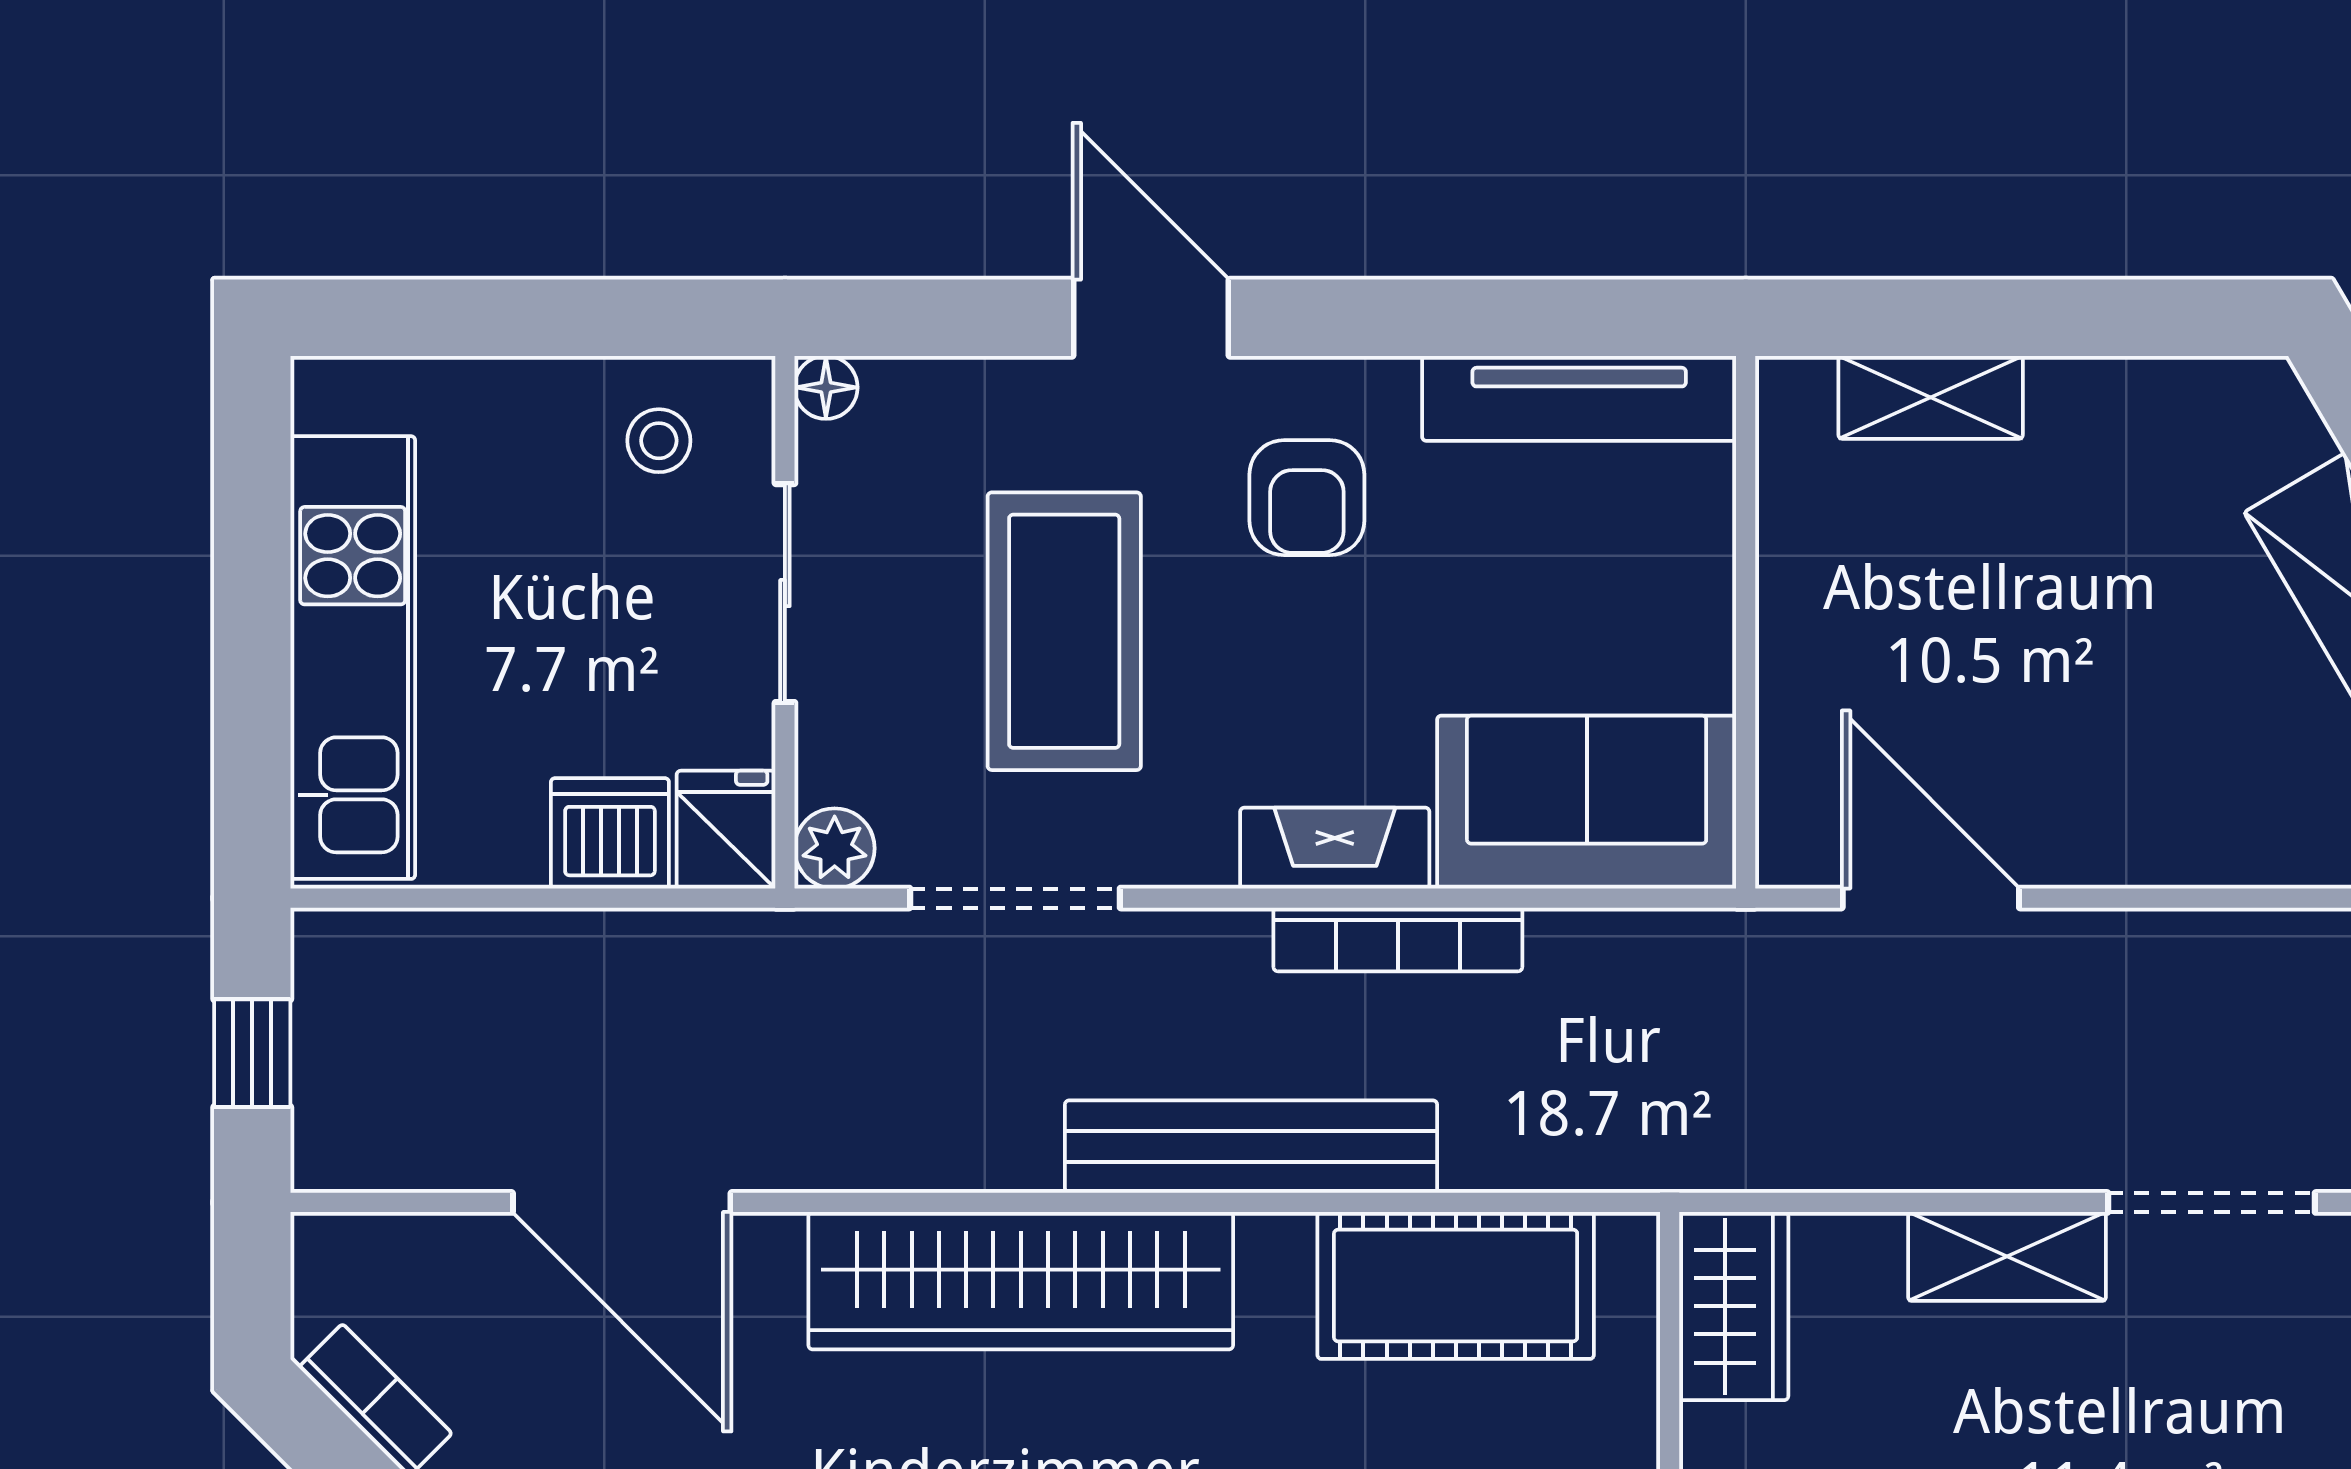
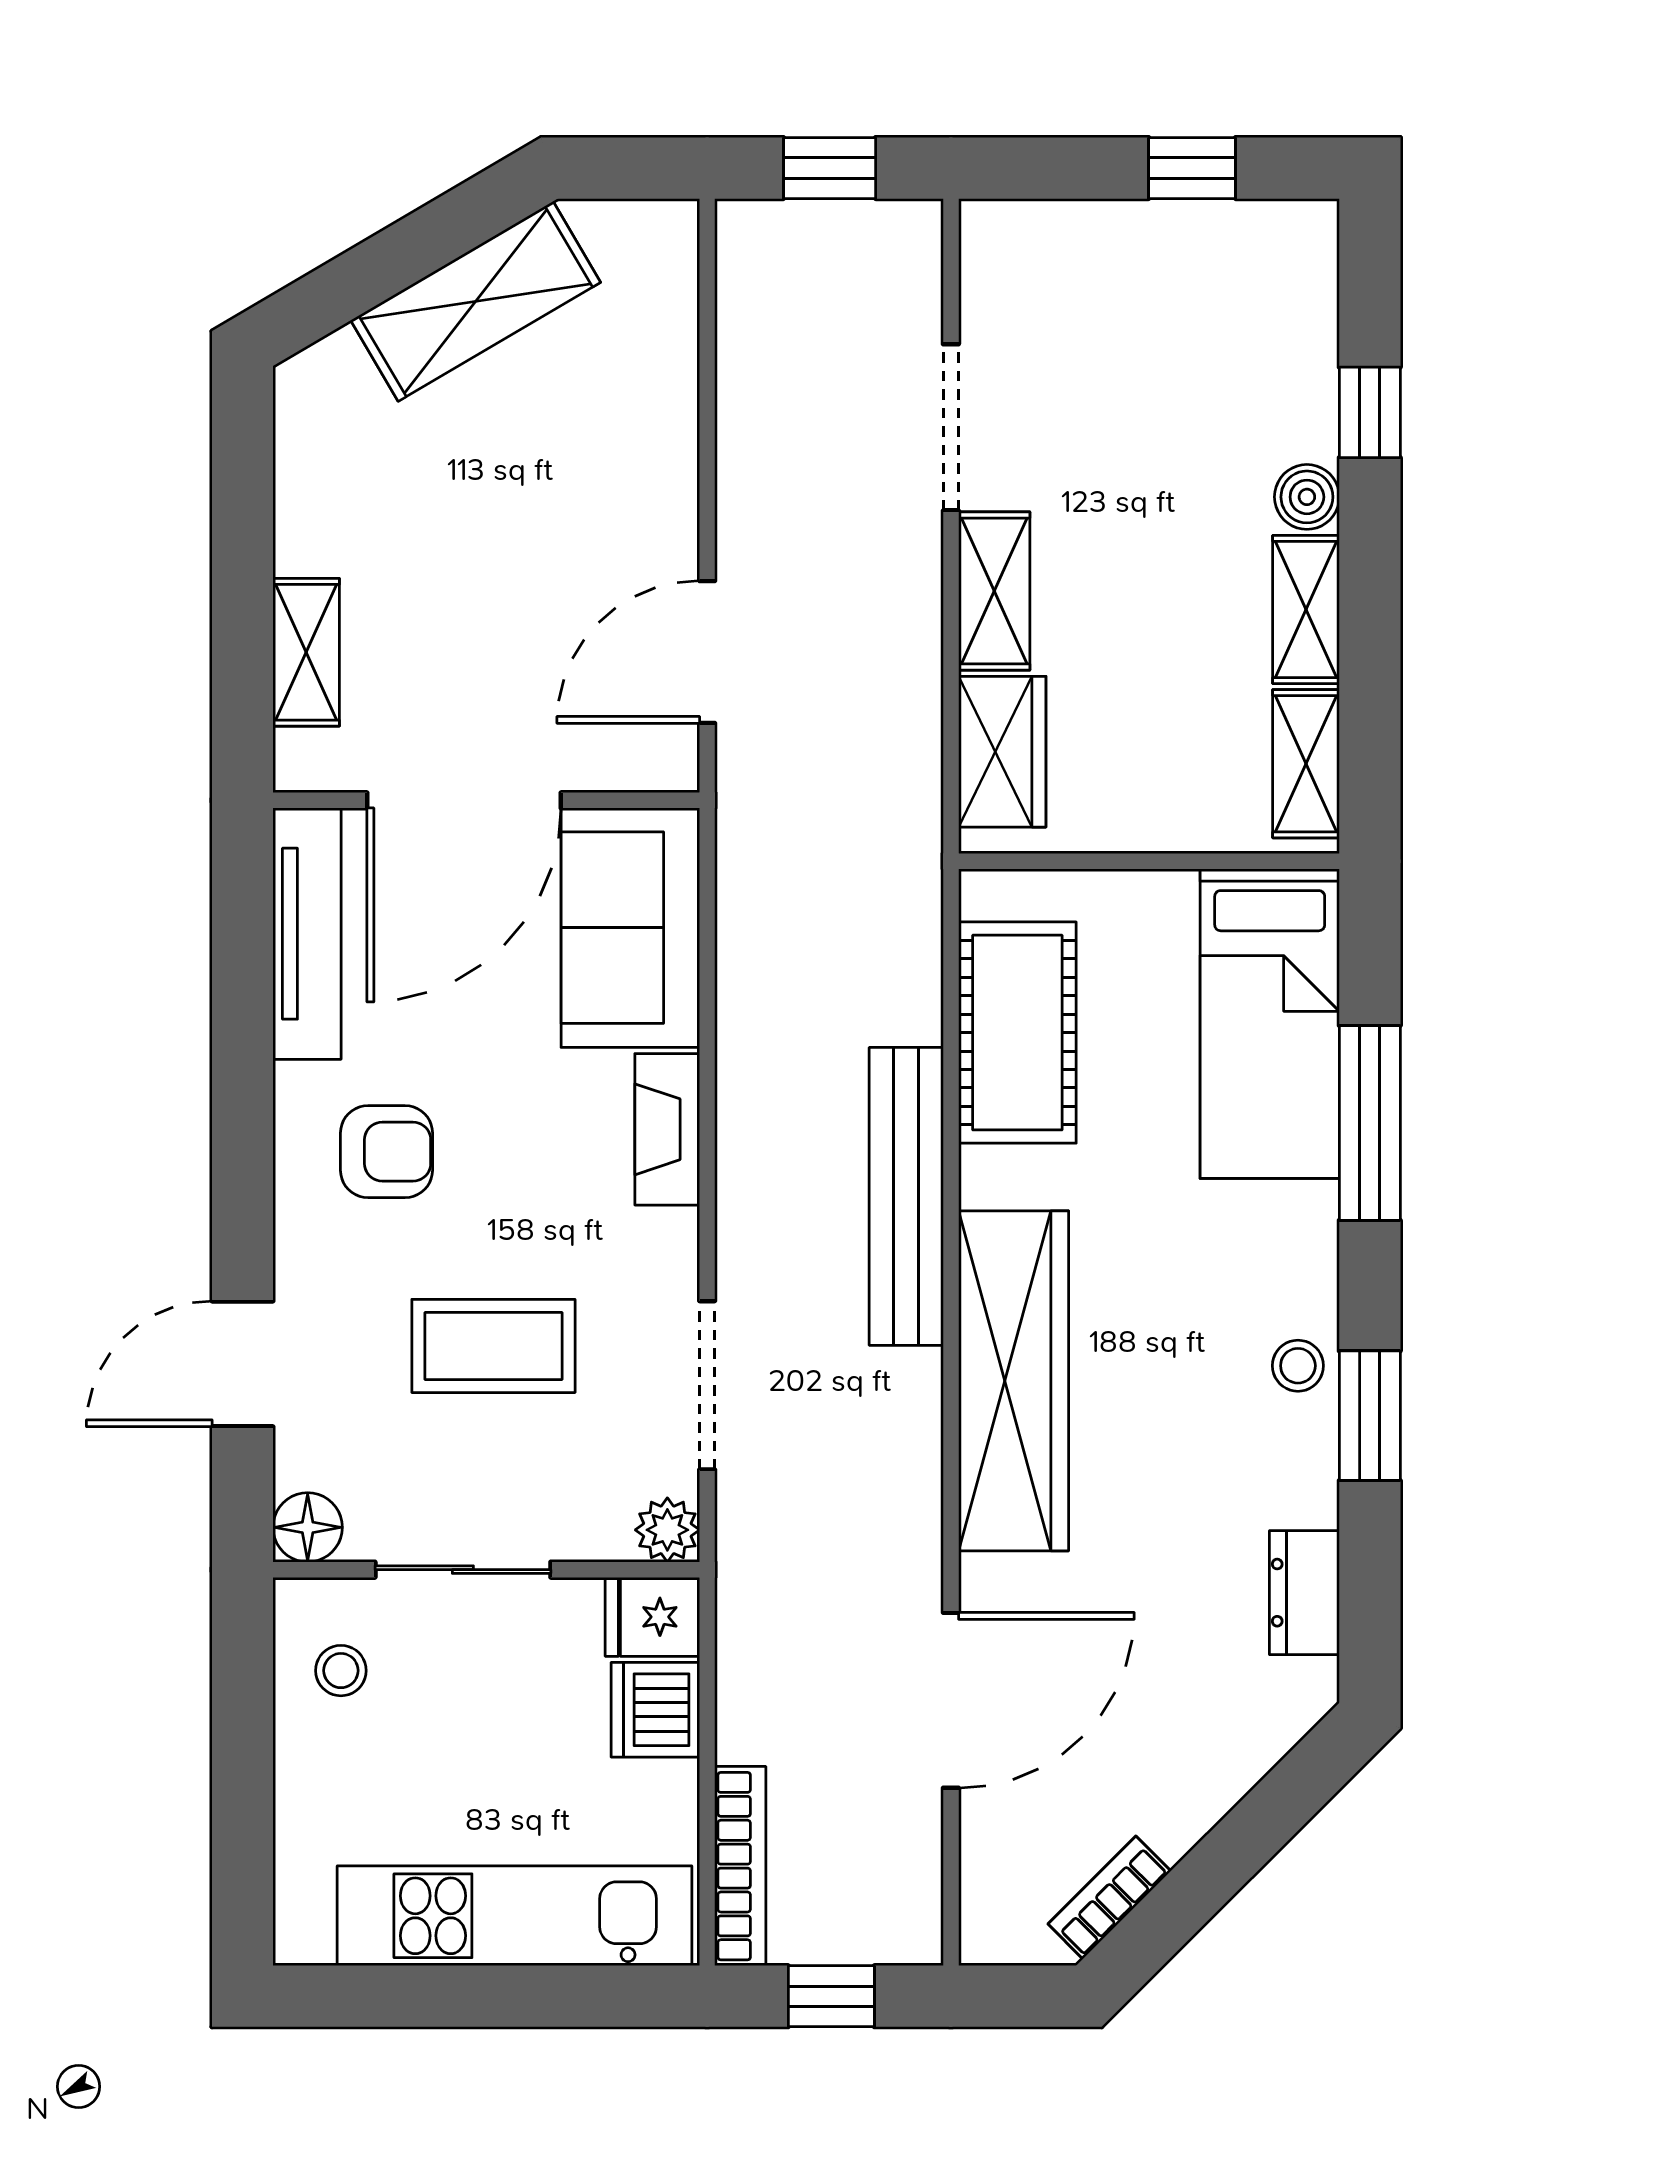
door: (1151, 318) -> (242, 1364), moved
floor lamp: (826, 387) -> (308, 1527), width x1.37, depth x1.37
door: (1746, 594) -> (464, 800), added
coffee table: (1064, 631) -> (493, 1346), width x0.73, depth x0.76
bookcase: (1398, 939) -> (740, 1866), moved
wardrobe: (1734, 1306) -> (1002, 752), moved, turned 90

